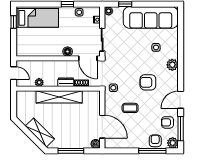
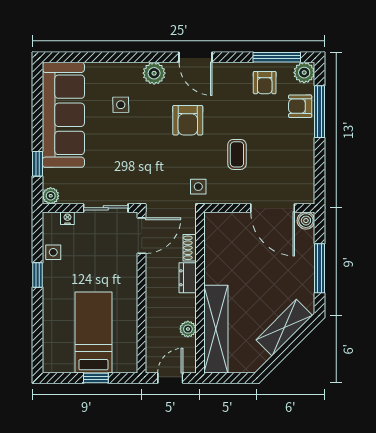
bed: (37, 18) -> (93, 333), moved
window: (14, 22) -> (96, 378), moved
floor lamp: (68, 52) -> (129, 275), removed
shelving: (59, 97) -> (216, 329), moved
door: (181, 100) -> (195, 57), moved
door: (102, 127) -> (273, 208), swing flipped

